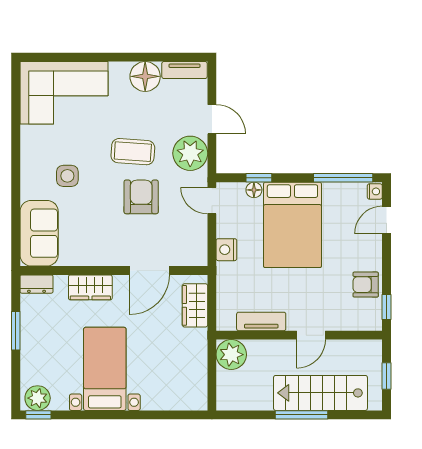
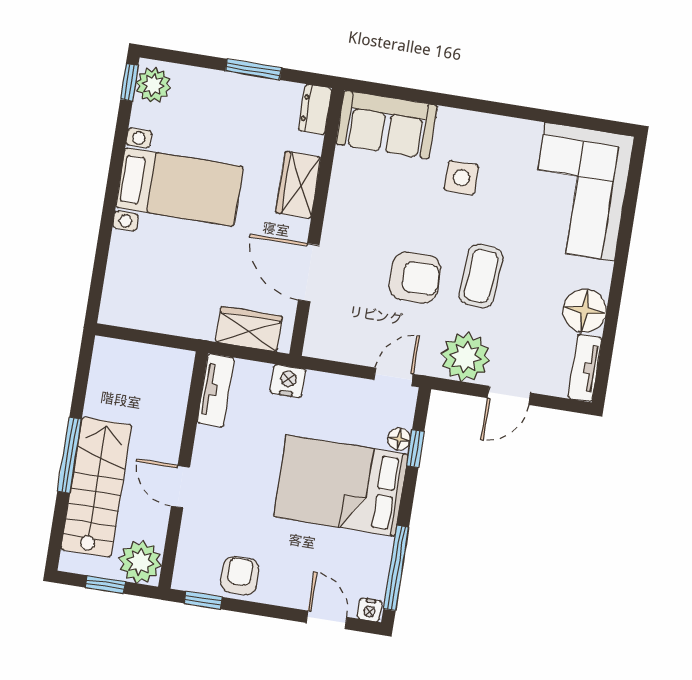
nightstand: (226, 250) -> (288, 381), moved
tv unit: (261, 321) -> (216, 390), moved
plant: (231, 355) -> (140, 562), moved

